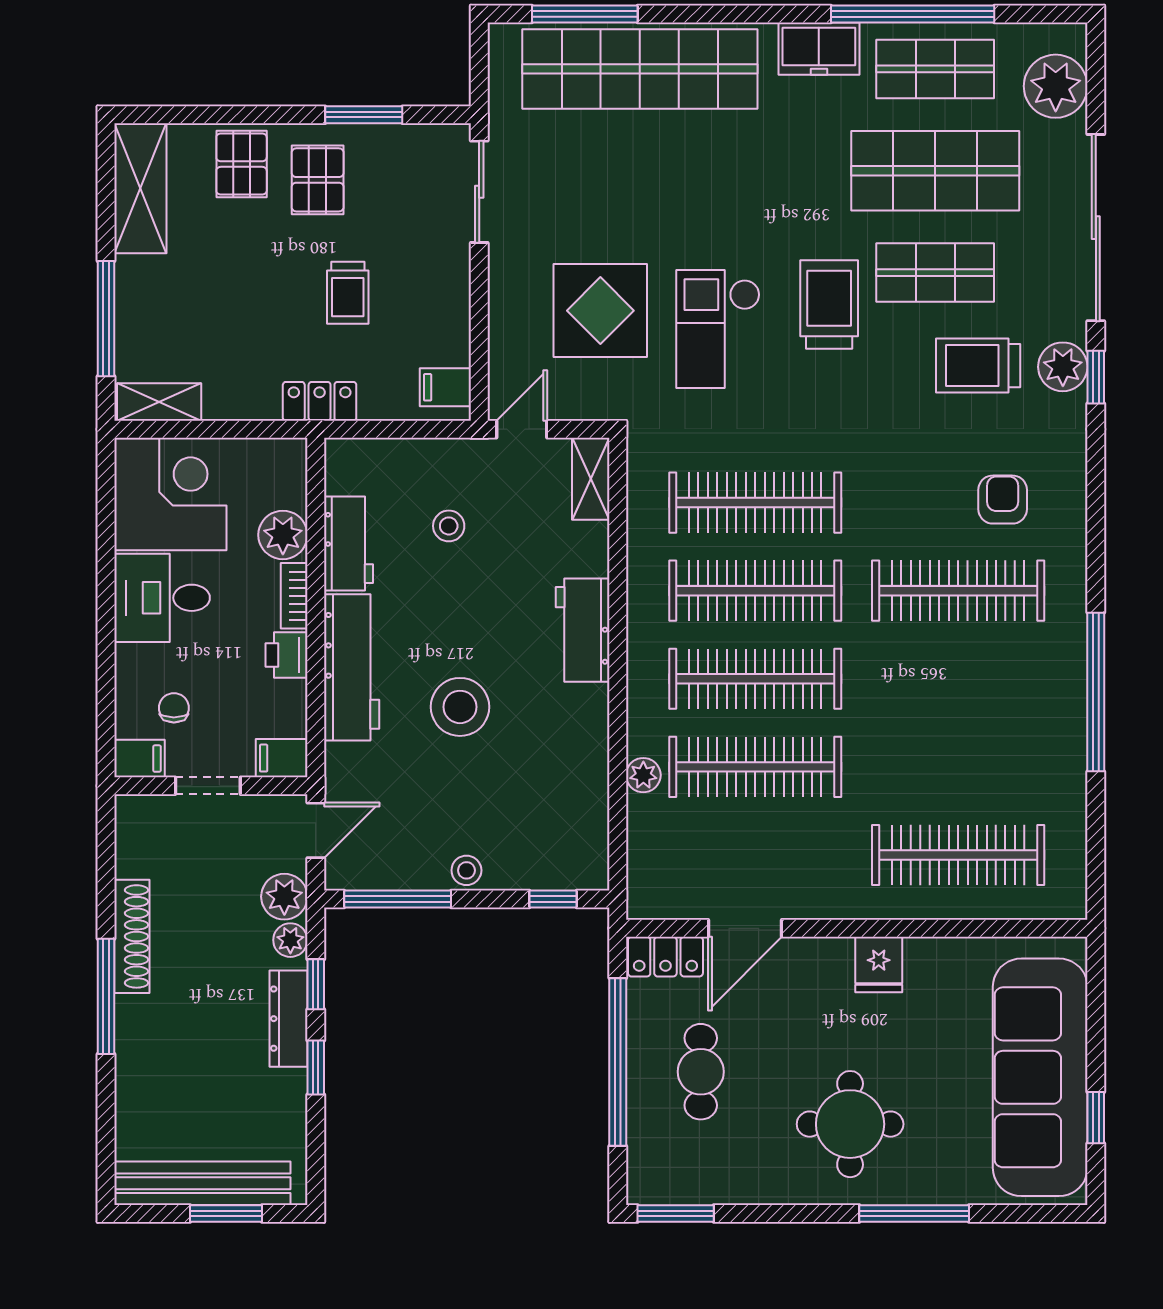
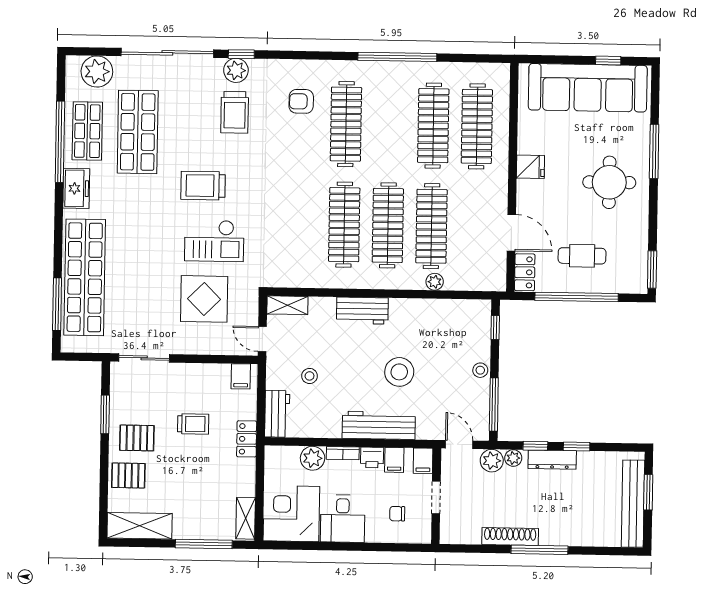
shop shelf: (935, 273) -> (188, 133), removed
clothes rail: (755, 503) -> (433, 126), moved
workbench: (348, 544) -> (277, 414), moved, turned 90
filing cabinet: (139, 759) -> (394, 460), moved, turned 180

